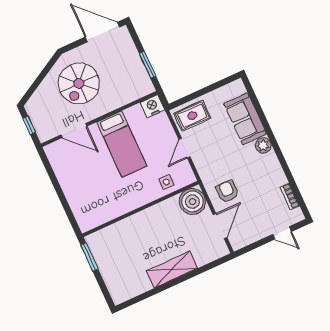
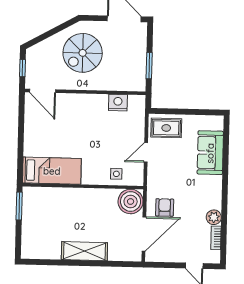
nightstand: (153, 106) -> (118, 103), moved
door: (74, 131) -> (43, 91), moved
bed: (122, 144) -> (52, 171), moved, turned -90
plant: (263, 145) -> (214, 217), moved
door: (220, 226) -> (144, 234), width x1.36

